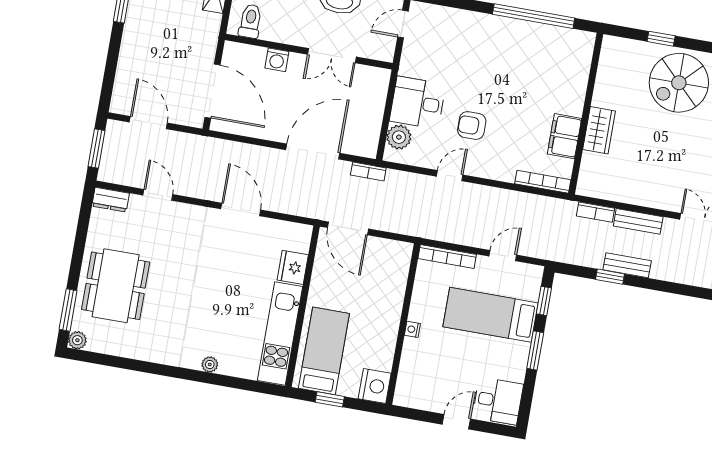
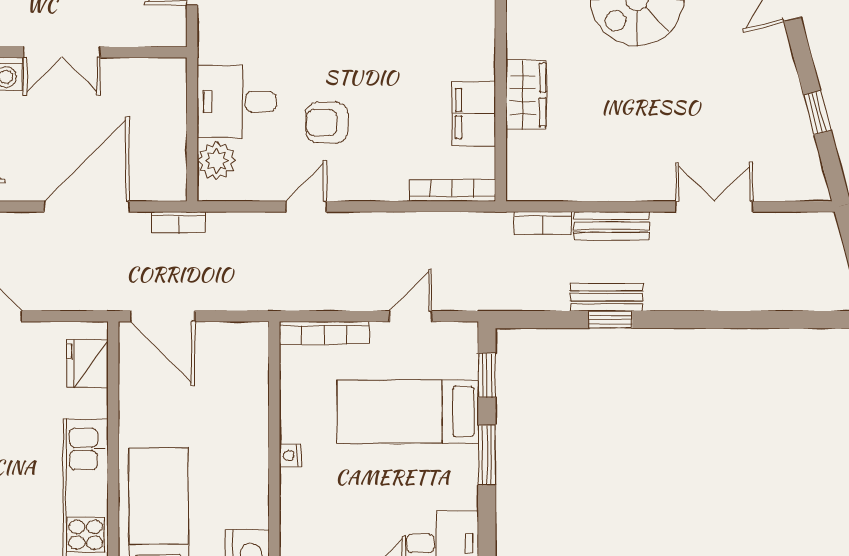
double door: (332, 56) -> (62, 52), moved
fridge: (293, 267) -> (87, 364), moved
window: (610, 277) -> (610, 320), moved

